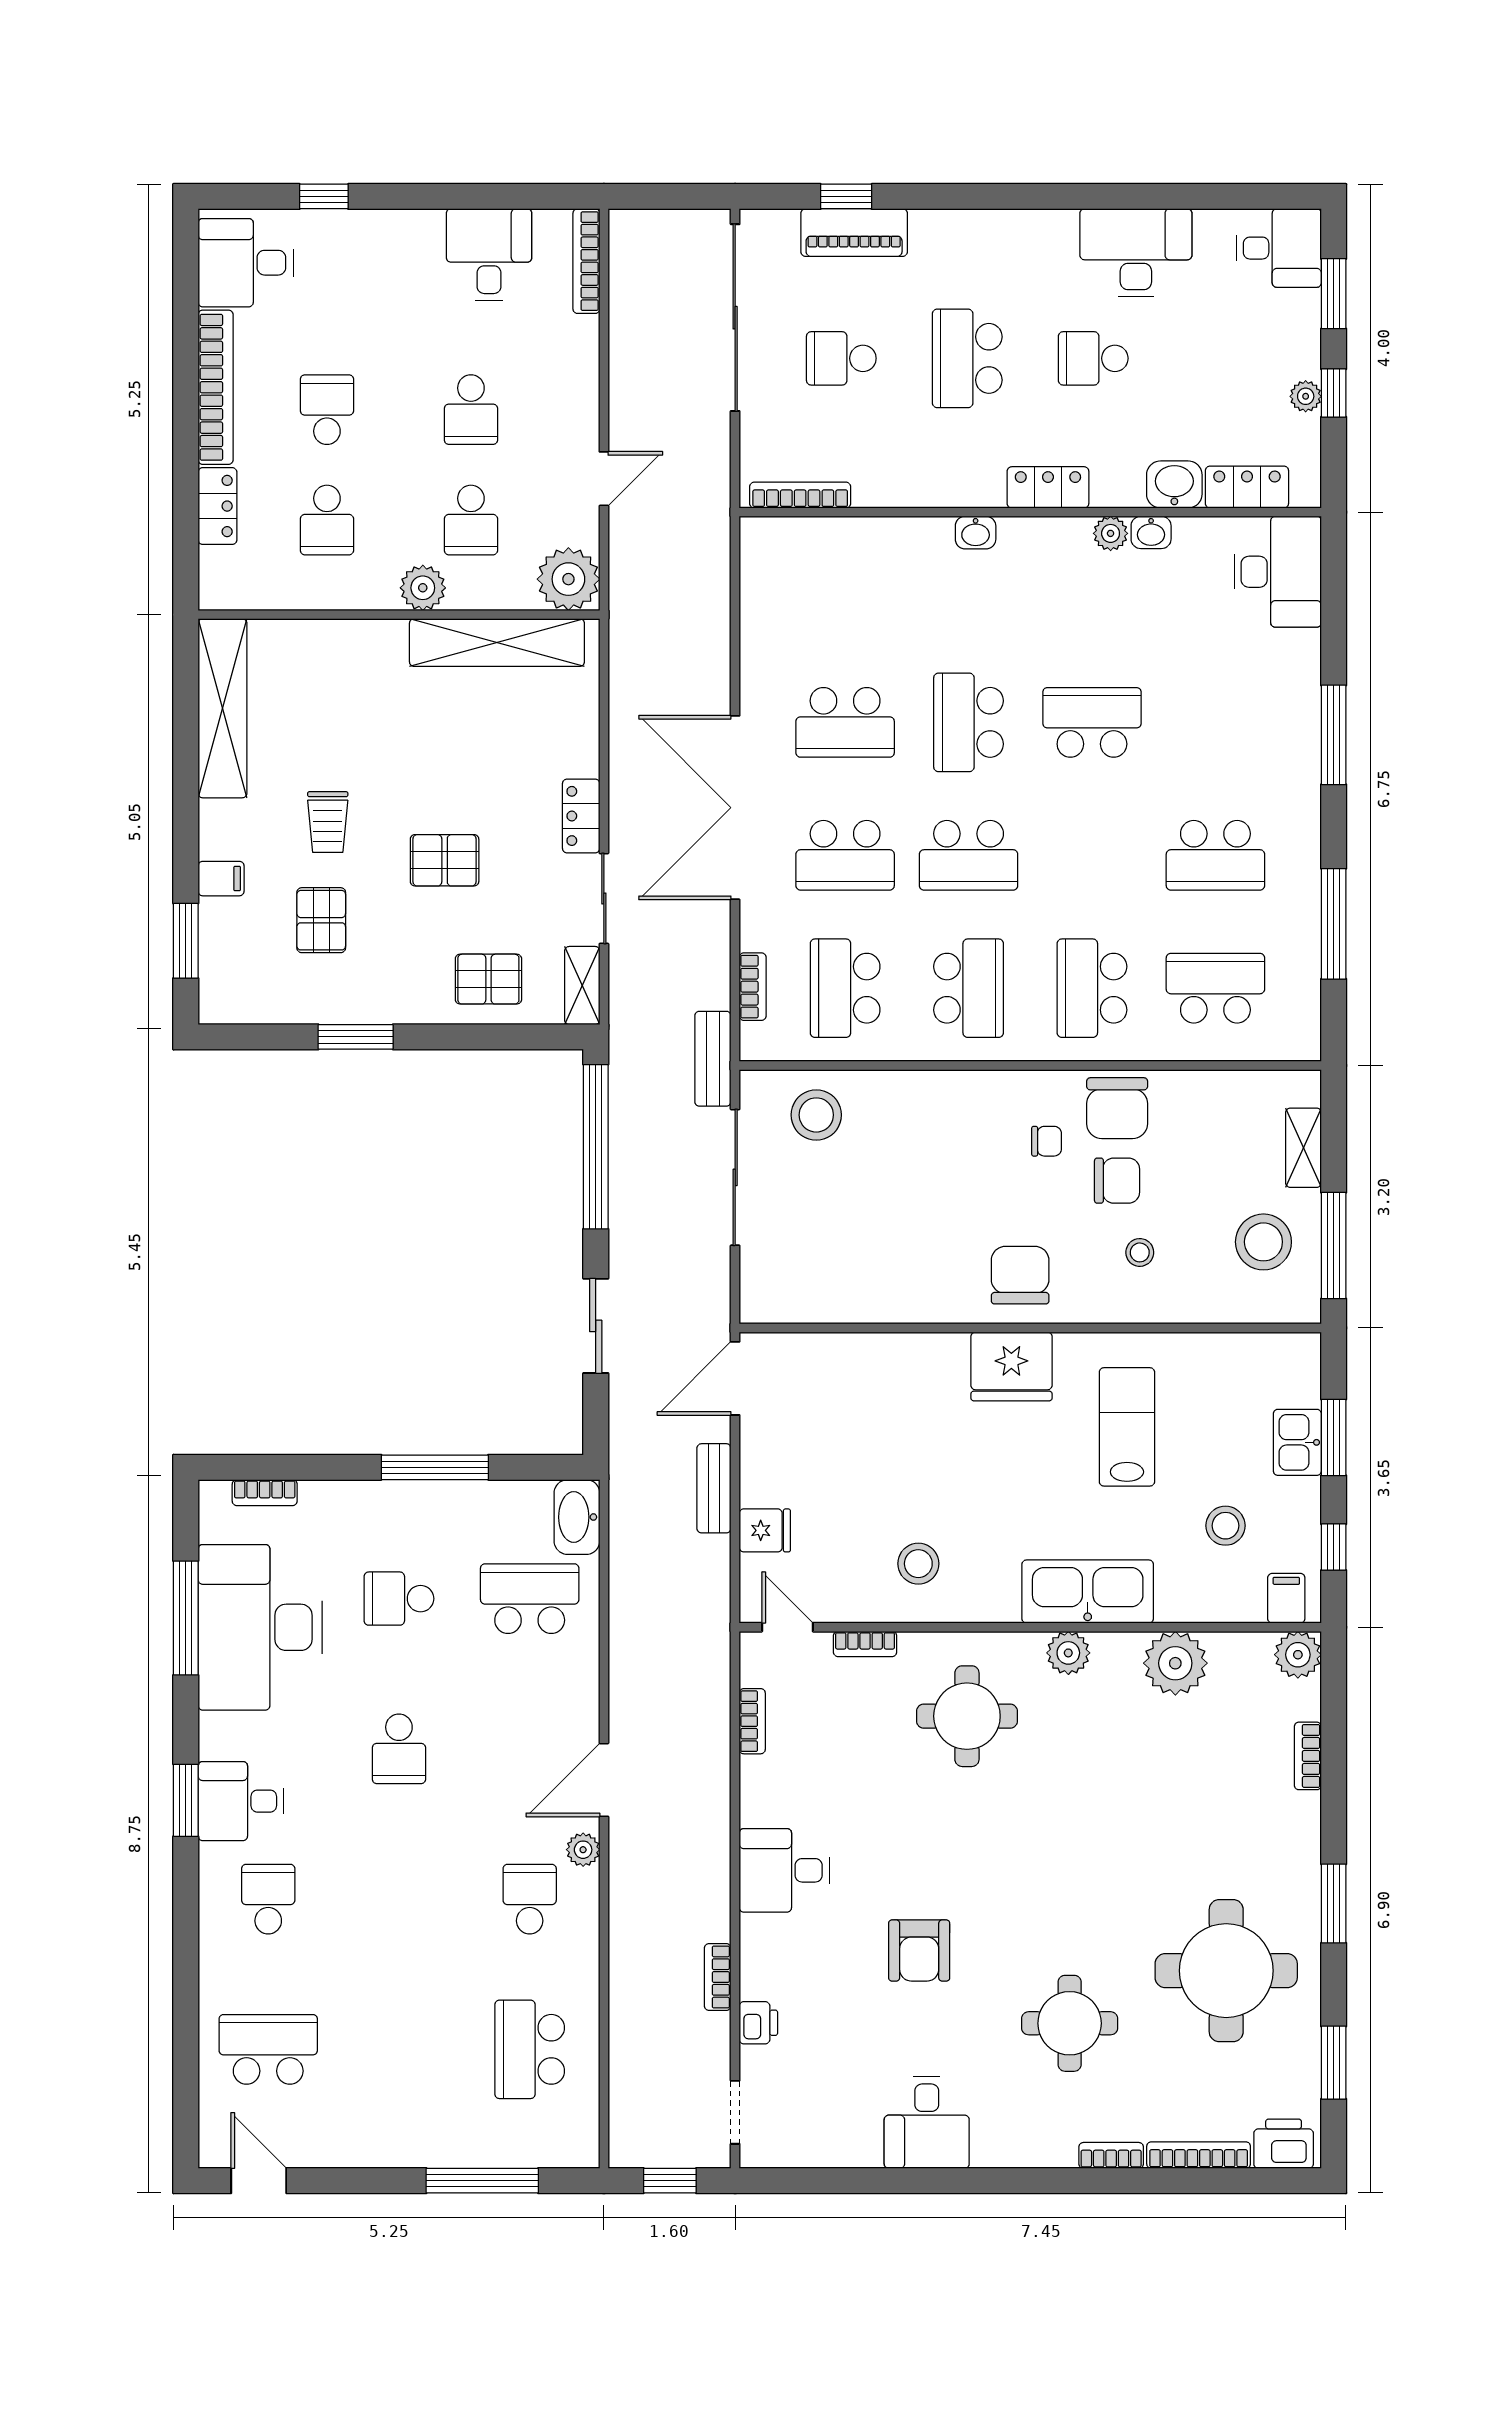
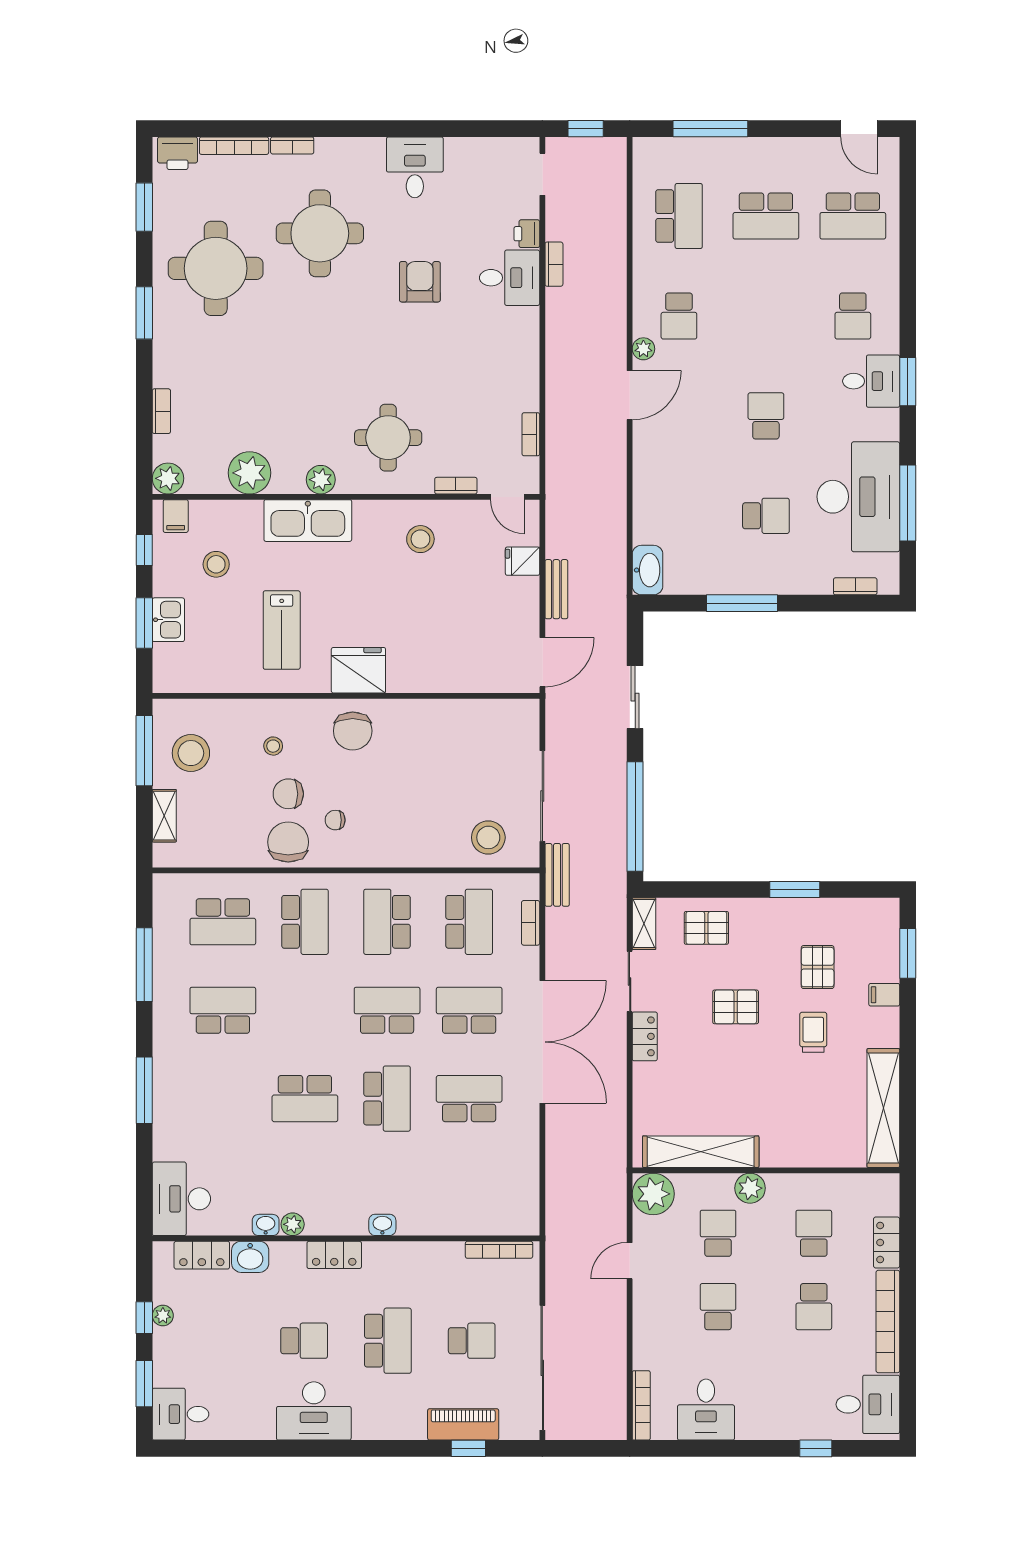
desk: (1136, 253) -> (314, 1411), moved
school desk: (530, 1599) -> (766, 216), moved
desk: (784, 1870) -> (510, 278), moved
round table: (1070, 2023) -> (320, 233), width x1.36, depth x1.36

